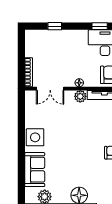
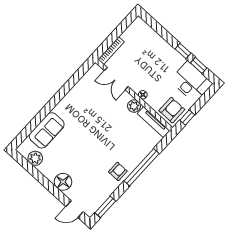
window: (55, 26) -> (183, 51), moved
side table: (35, 137) -> (70, 106), removed

